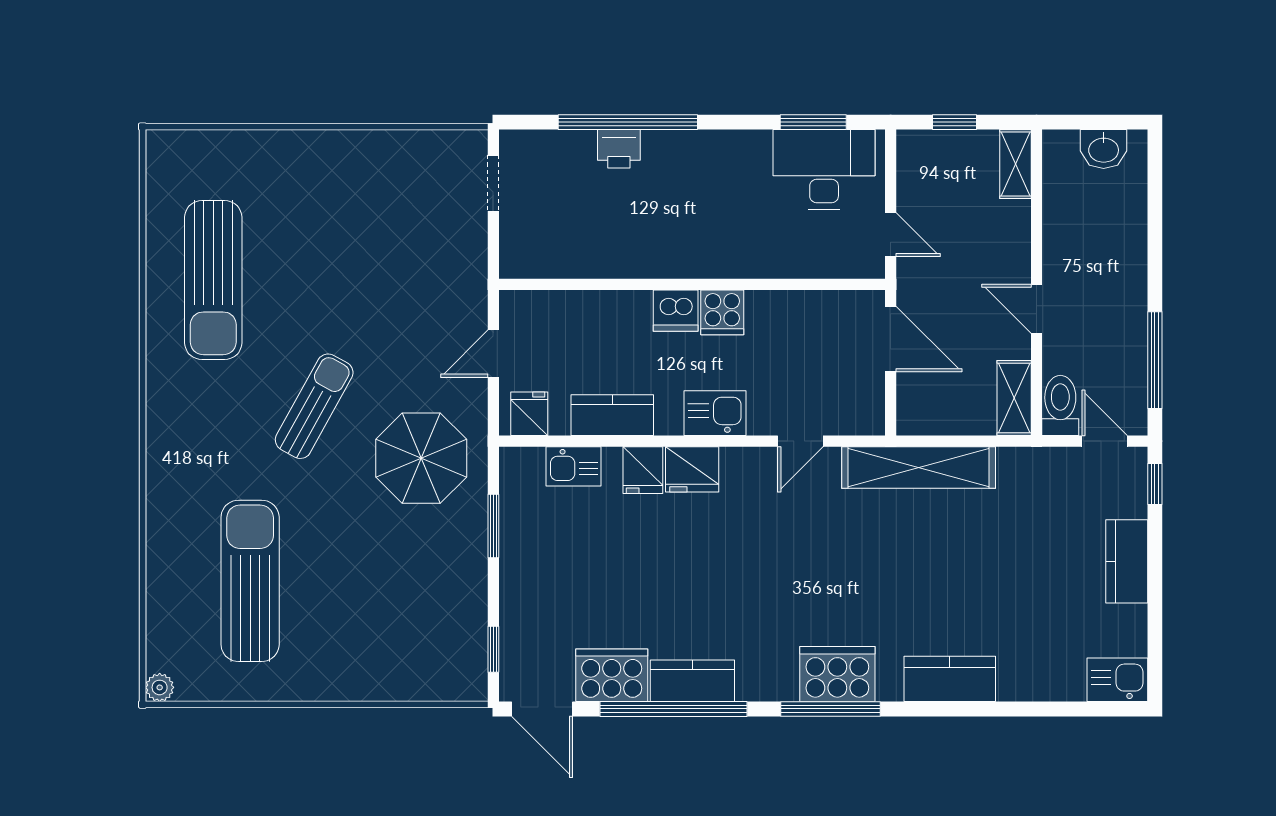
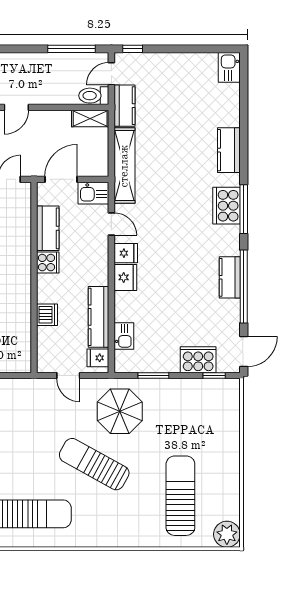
door: (1037, 309) -> (16, 107), moved
dishwasher: (676, 311) -> (47, 315), moved
kitchen counter: (792, 312) -> (48, 228), added
sun lounger: (314, 406) -> (94, 464), width x1.36, depth x1.34
kitchen sink: (715, 413) -> (93, 193), moved, turned -90
kitchen counter: (612, 415) -> (99, 317), width x1.50
fridge: (643, 470) -> (126, 253), moved
kitchen counter: (1127, 561) -> (124, 106), moved, turned -90
sun lounger: (250, 581) -> (180, 496), turned 90
cooker: (612, 675) -> (198, 360), moved, turned 90
plant: (160, 687) -> (227, 534), width x1.88, depth x1.88

